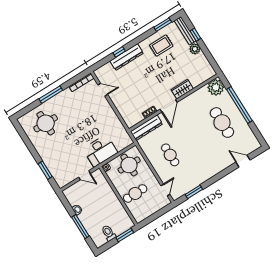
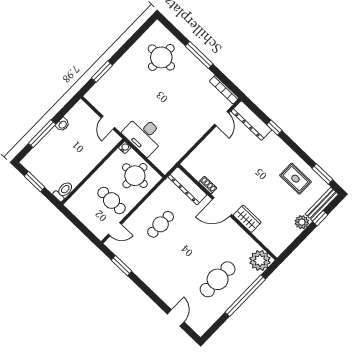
dresser: (127, 57) -> (251, 121), moved
cafe table: (135, 193) -> (112, 200), moved
toilet: (109, 233) -> (63, 191), moved
window: (125, 235) -> (34, 182), moved

